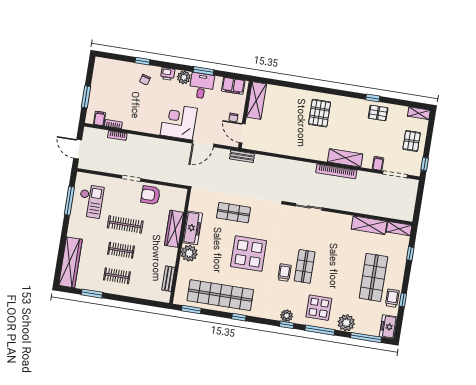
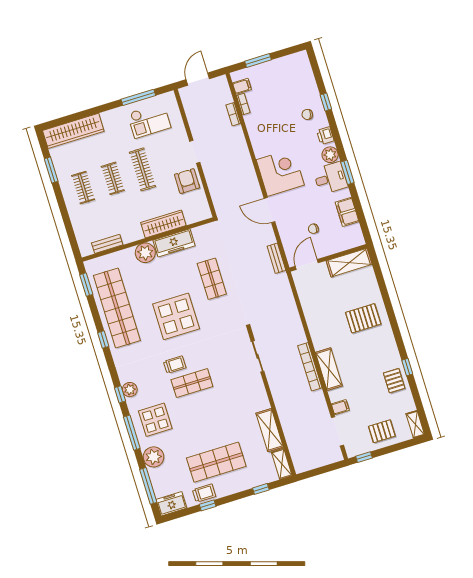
shelving: (256, 101) -> (349, 263), moved
wall: (245, 115) -> (328, 258), moved
door: (242, 133) -> (307, 265), moved

